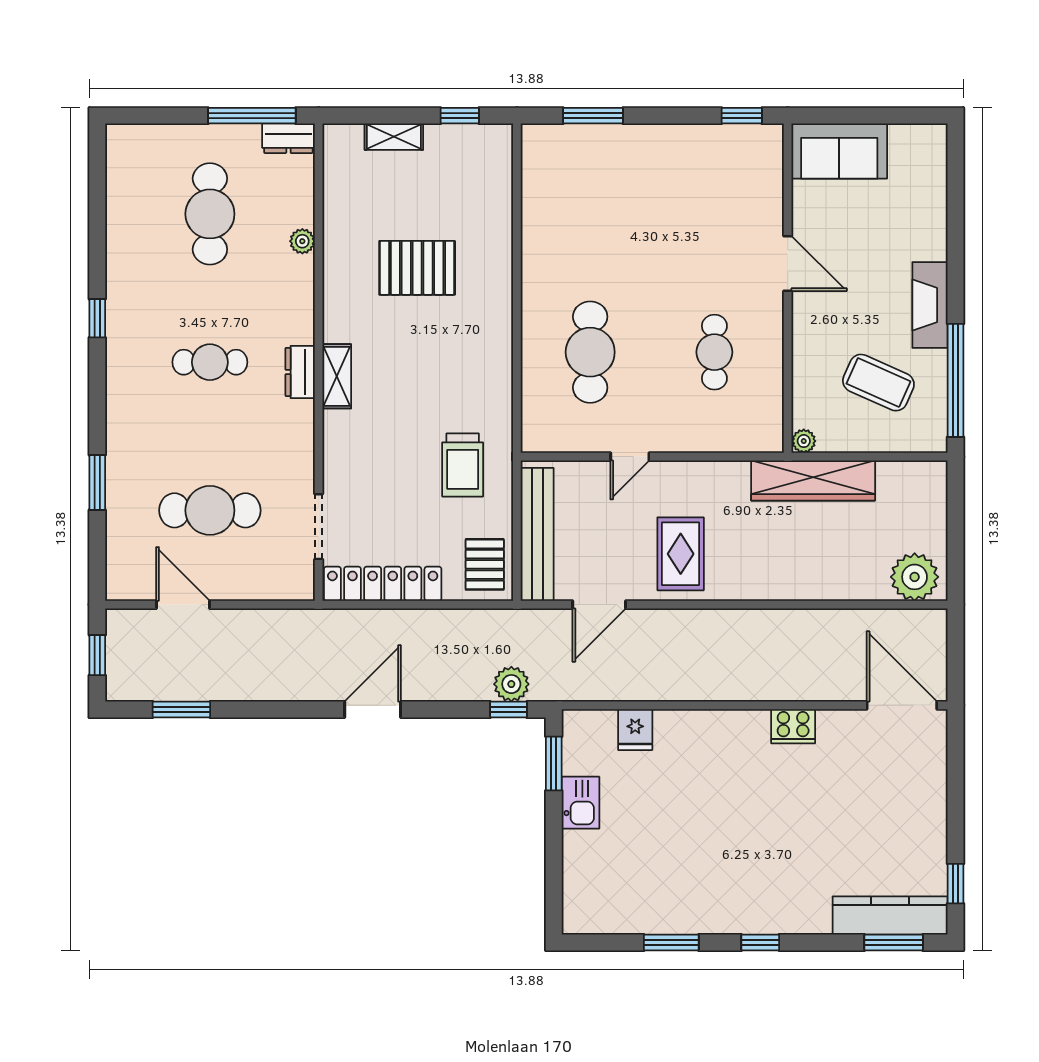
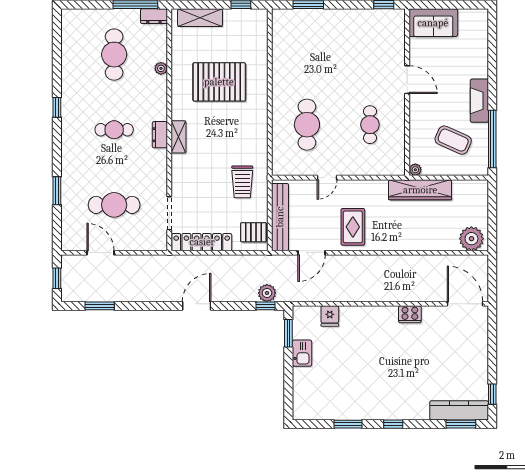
shelving: (394, 137) -> (200, 18), width x1.50, depth x1.33
pallet: (417, 268) -> (219, 82), width x1.37, depth x1.41
pallet: (485, 564) -> (253, 232), turned 90

